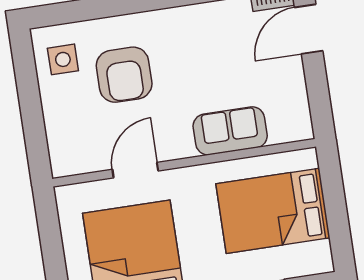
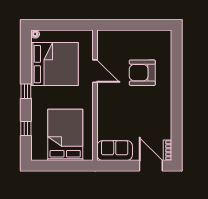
side table: (63, 59) -> (154, 44), removed
sofa: (230, 131) -> (115, 150), moved, turned -90

